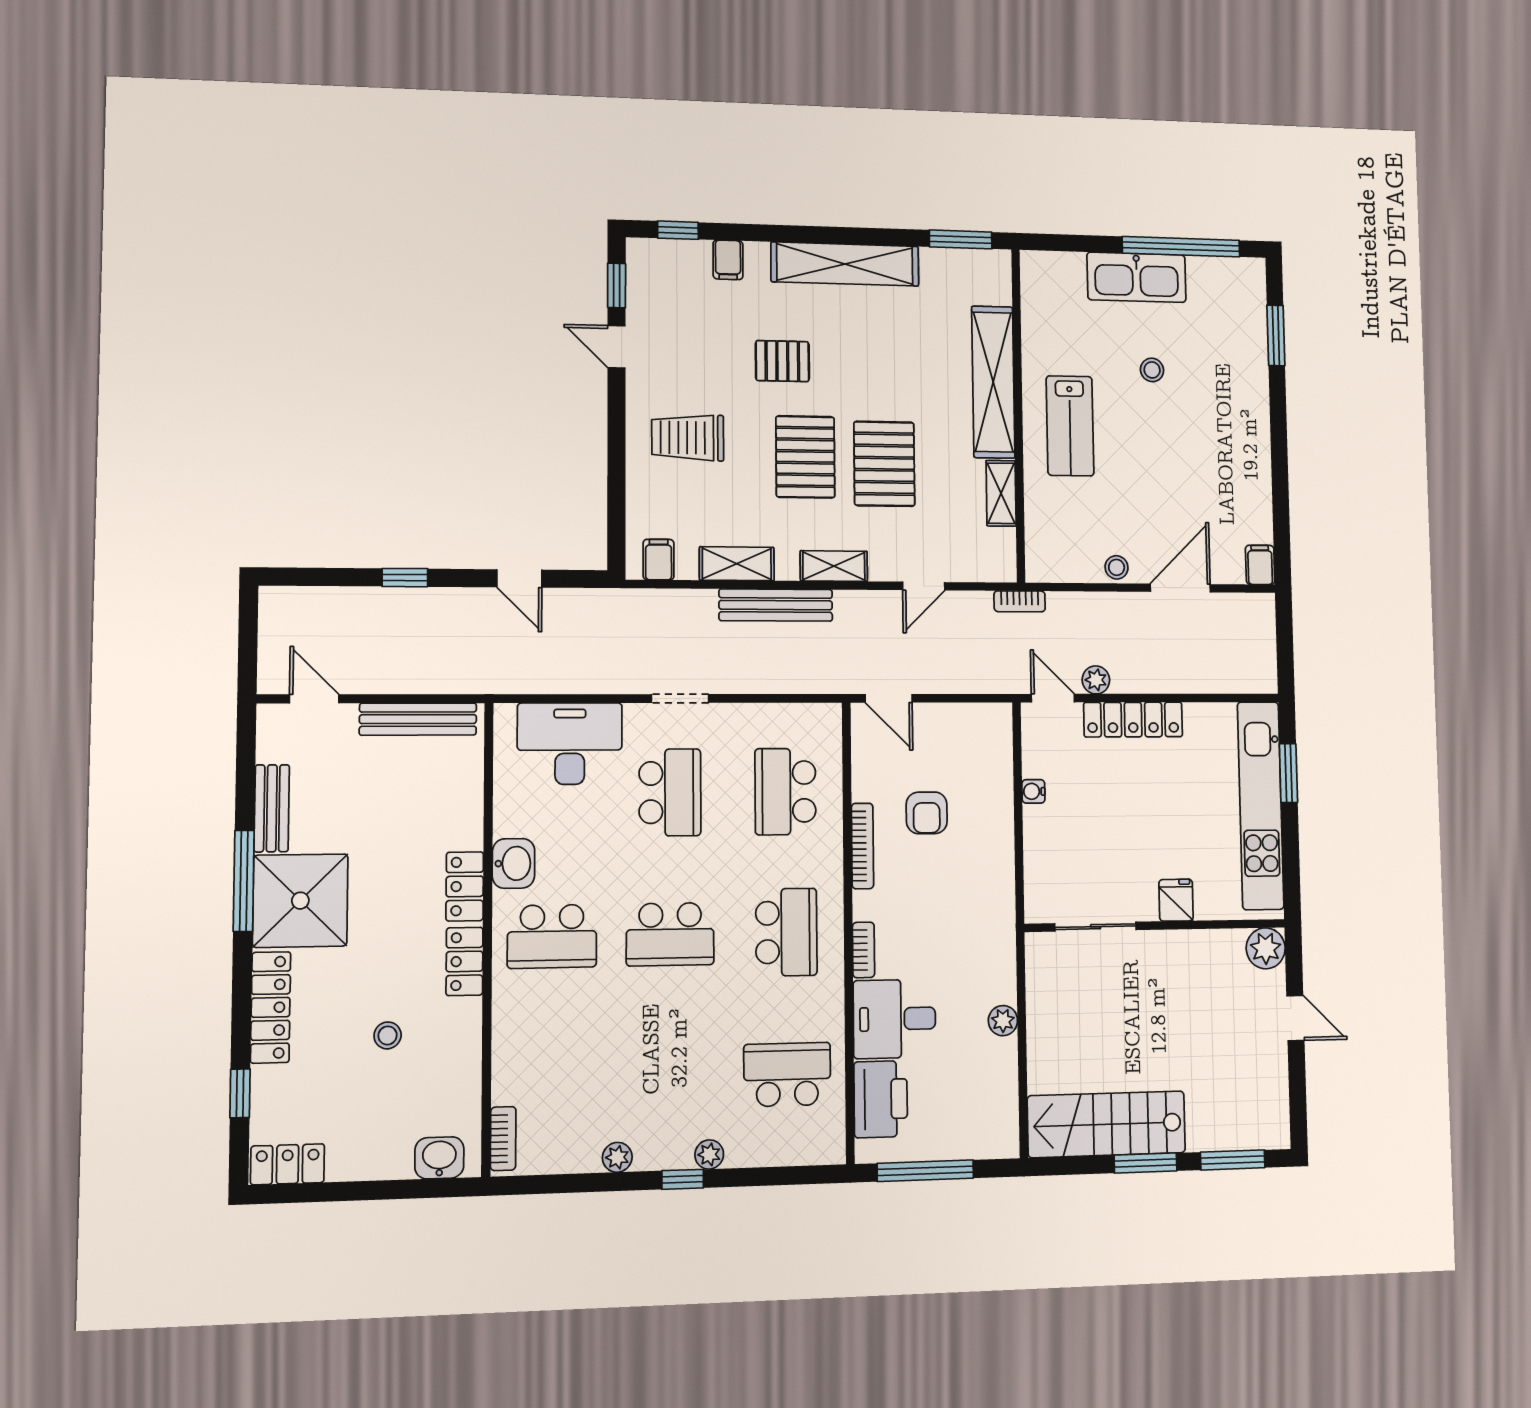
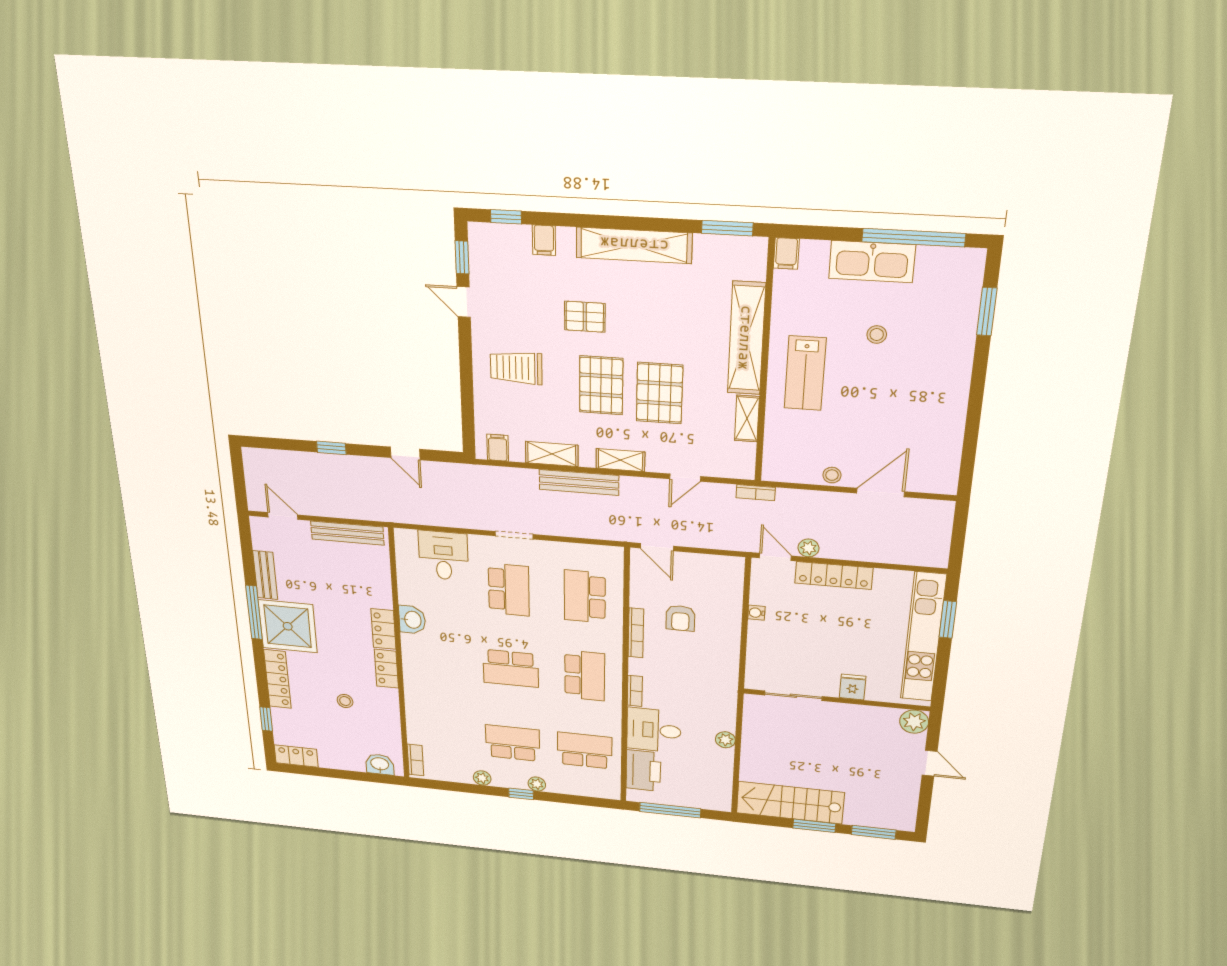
filing cabinet: (1260, 565) -> (786, 253), moved, turned 180
desk: (570, 744) -> (443, 556), width x0.73
school desk: (552, 936) -> (513, 743), moved, turned 180

